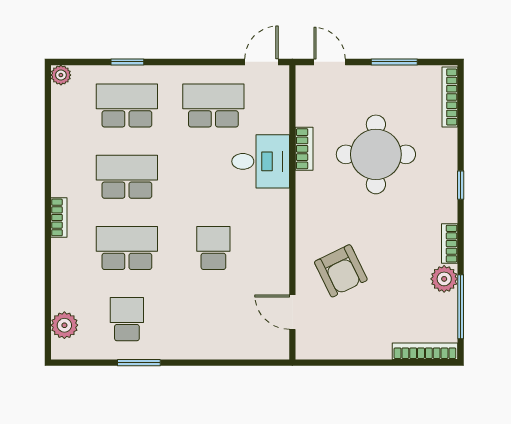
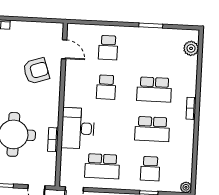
school desk: (127, 105) -> (150, 169), width x0.54
desk: (261, 161) -> (78, 128), width x1.37
armchair: (341, 271) -> (36, 71), turned 98
school desk: (127, 319) -> (108, 48), moved

